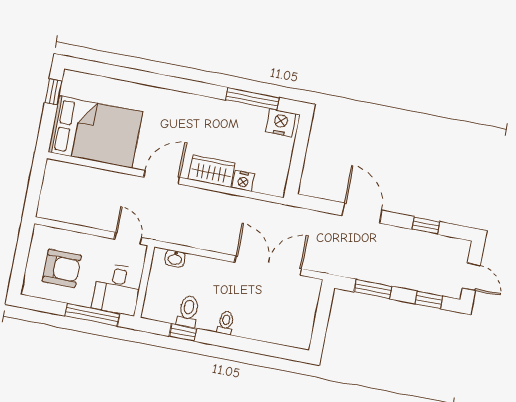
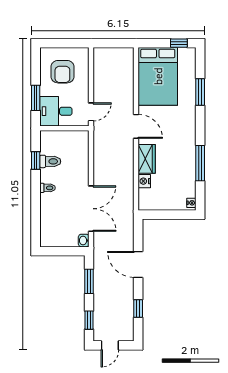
window: (130, 75) -> (200, 92), added
window: (252, 99) -> (200, 163), moved
nightstand: (281, 123) -> (191, 203), width x0.53, depth x0.56
door: (362, 213) -> (138, 264), swing flipped
washbasin: (175, 258) -> (84, 241), moved
window: (92, 315) -> (36, 98), width x0.69

